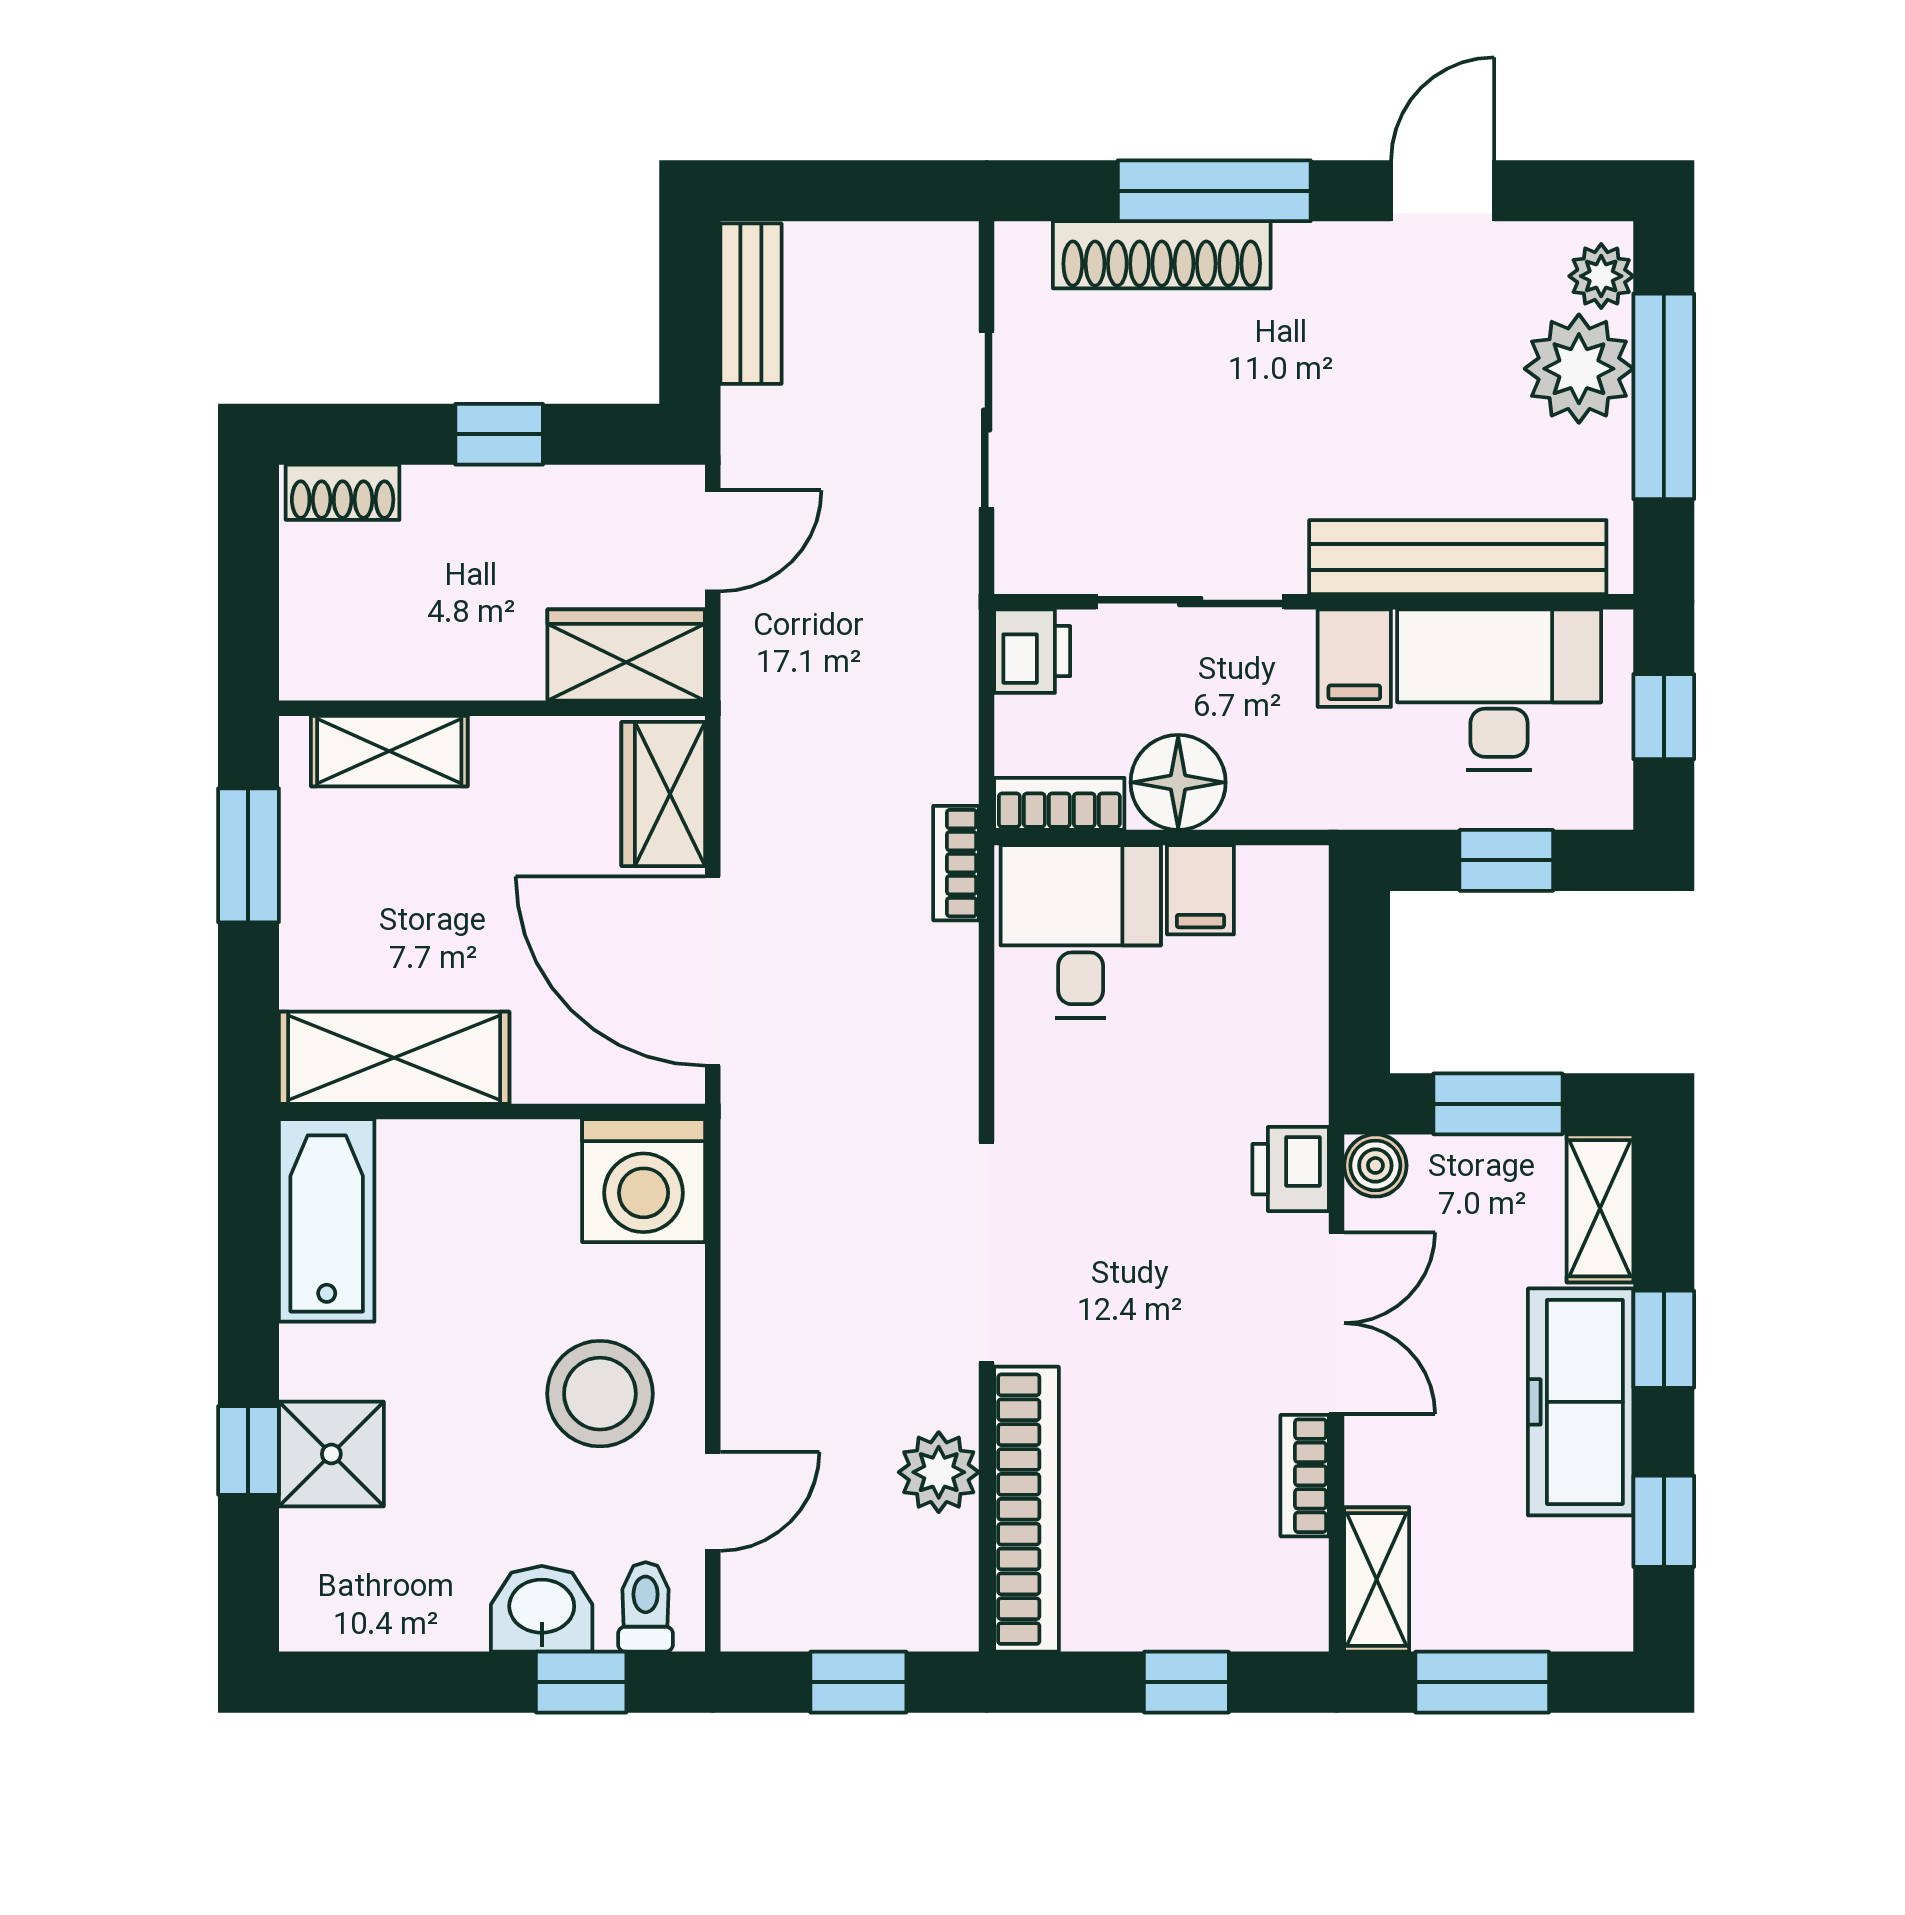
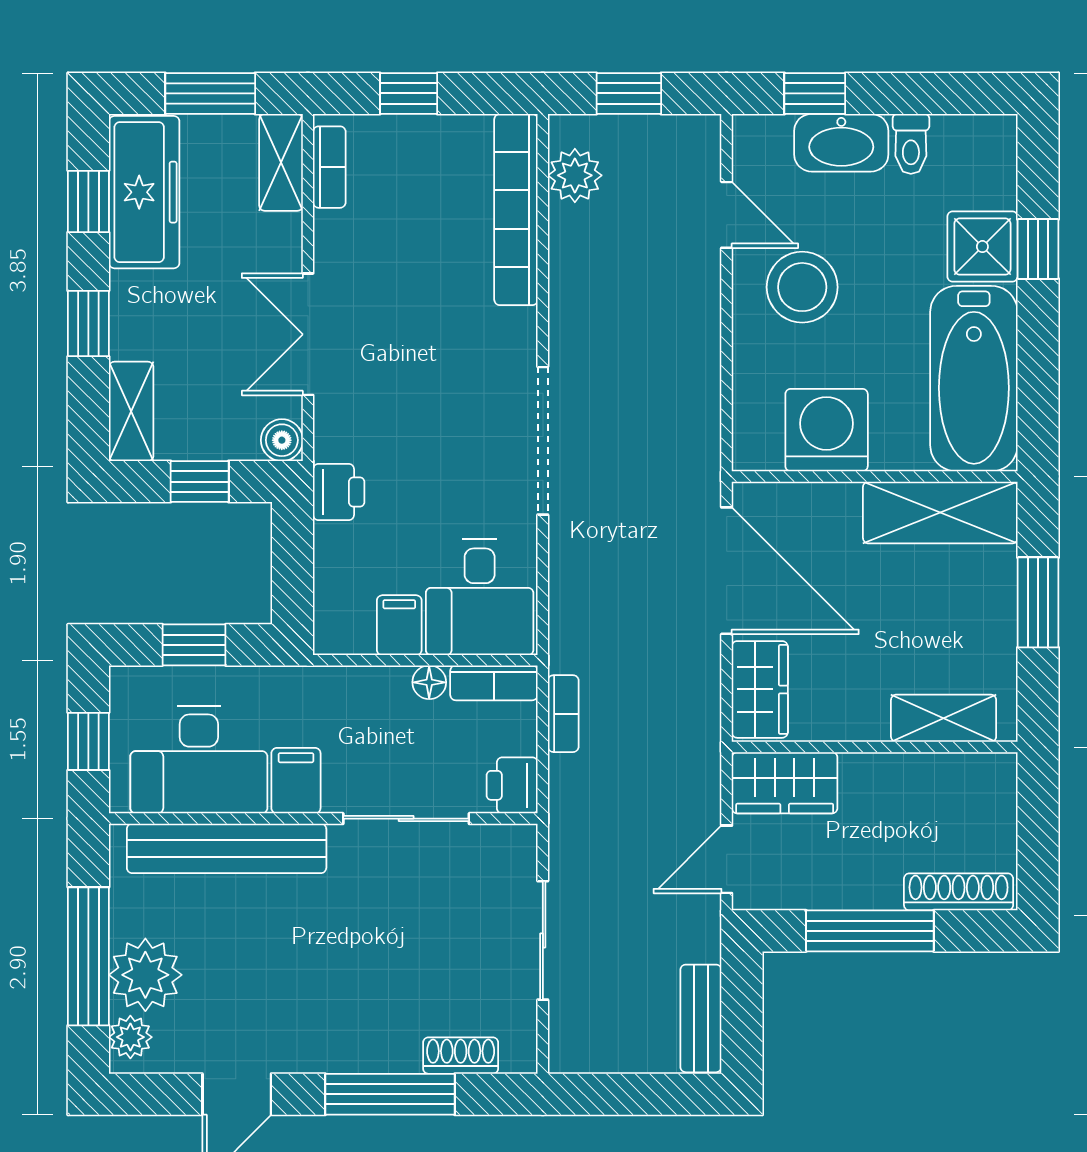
shoe rack: (1162, 255) -> (461, 1056), width x0.51, depth x0.81
window: (499, 434) -> (870, 931), width x2.17
shoe rack: (343, 492) -> (959, 892), width x1.43
floor lamp: (1178, 782) -> (429, 682), width x0.53, depth x0.53
window: (248, 855) -> (1038, 602), moved
bookcase: (956, 863) -> (563, 714), moved
window: (1498, 1104) -> (200, 482), width x0.67
printer: (1291, 1169) -> (339, 492), moved
washing machine: (644, 1181) -> (827, 430), moved
bathtub: (327, 1220) -> (974, 379), width x1.36, depth x1.36
doorway: (987, 1252) -> (543, 441), moved
freezer: (1581, 1402) -> (144, 192), moved
plant: (939, 1472) -> (575, 175), moved
bookcase: (1305, 1476) -> (329, 167), moved
door: (713, 1501) -> (727, 215), swing flipped
toilet: (646, 1607) -> (911, 144), moved
washbasin: (542, 1609) -> (841, 143), width x1.38

